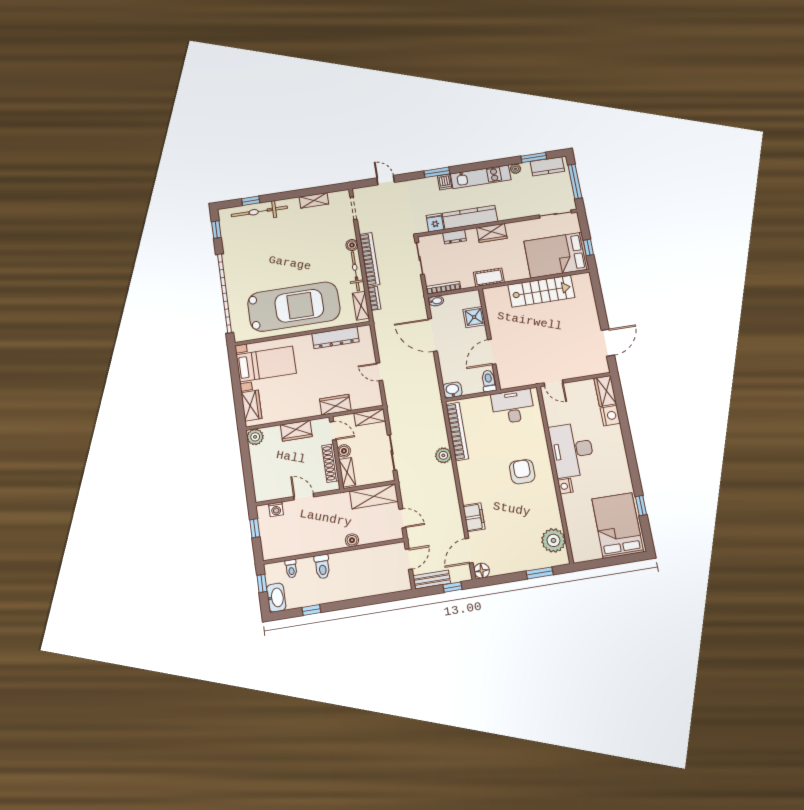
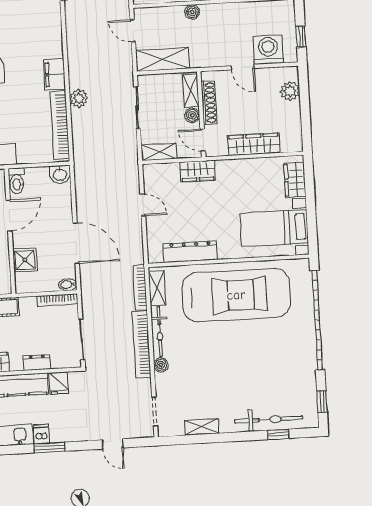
bookcase: (374, 298) -> (140, 287), width x1.56
car: (294, 307) -> (236, 295), turned 180
wardrobe: (296, 431) -> (254, 144), width x1.50
plant: (255, 437) -> (290, 91), moved
washing machine: (276, 509) -> (268, 50), width x1.89, depth x1.89
filing cabinet: (474, 517) -> (54, 74), moved

